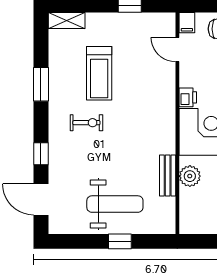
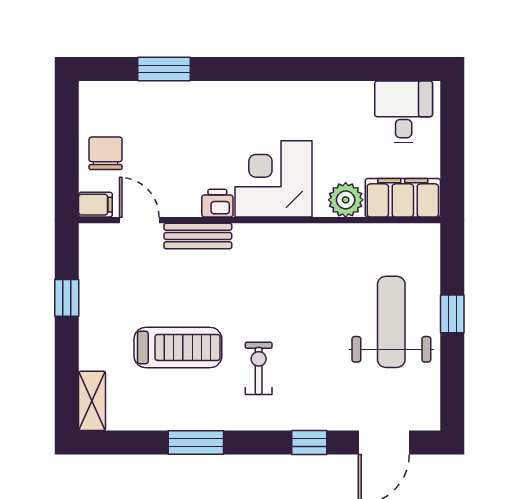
door: (177, 50) -> (139, 220), swing flipped
bench: (168, 176) -> (198, 236), moved
filing cabinet: (191, 211) -> (403, 198), added

